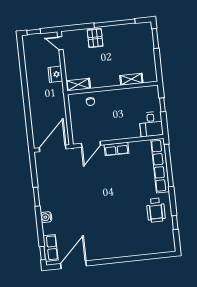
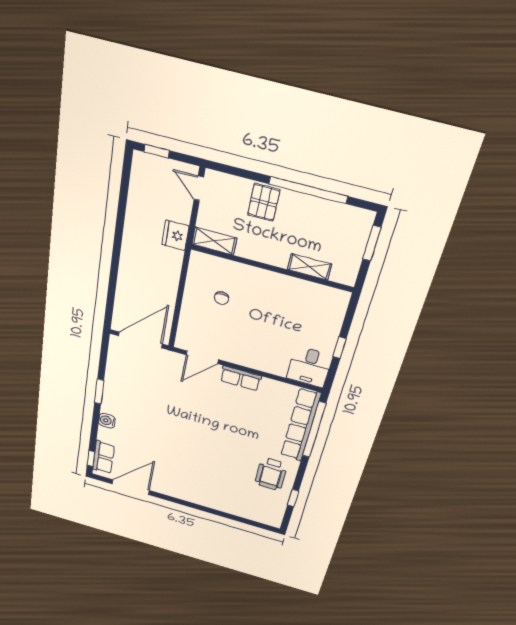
shelving: (131, 79) -> (309, 267), moved
shelving: (78, 85) -> (214, 241), moved
wall: (113, 88) -> (272, 268), moved

